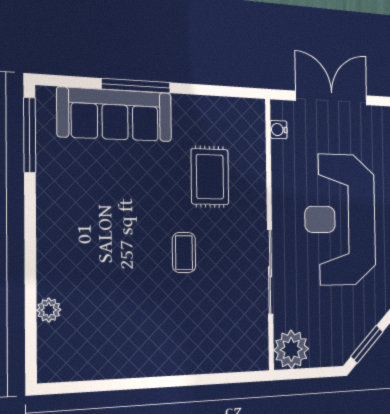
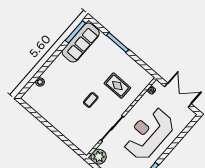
sofa: (115, 115) -> (81, 43), moved, turned -90
rug: (210, 177) -> (117, 86), turned 90

